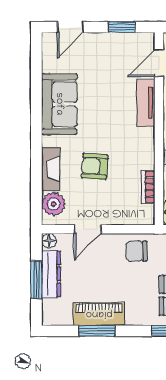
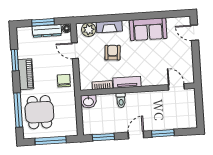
window: (122, 27) -> (196, 63), removed
tv unit: (146, 103) -> (127, 82), moved
piano: (99, 314) -> (26, 74), moved

